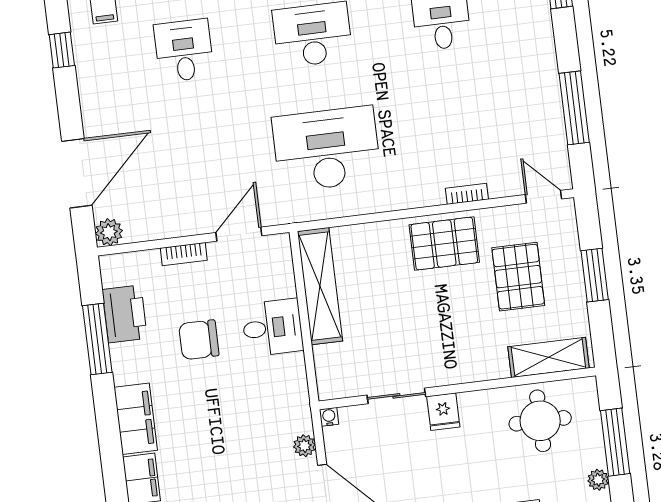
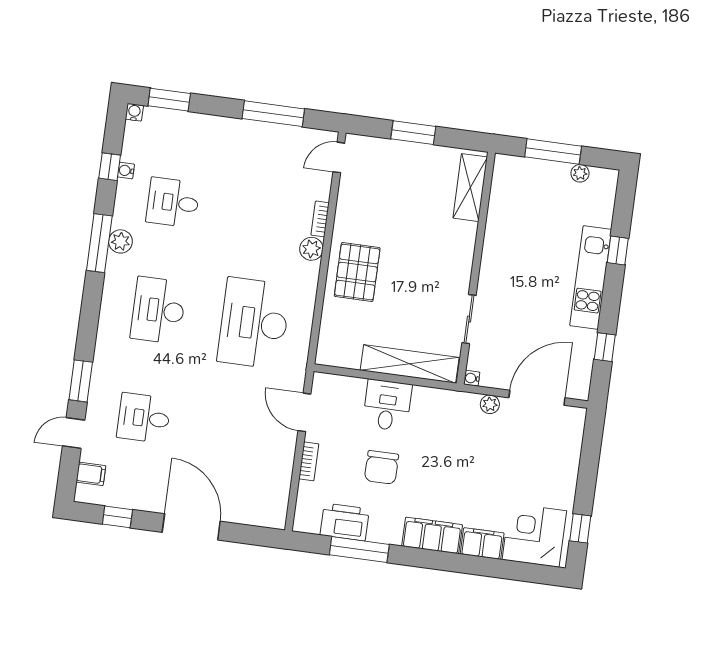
door: (77, 173) -> (191, 527), moved
plant: (109, 232) -> (311, 249), moved
pallet: (444, 244) -> (357, 272), moved
pallet: (518, 277) -> (398, 195), removed
shelving: (320, 286) -> (410, 364), moved
fridge: (443, 412) -> (492, 284), removed
round table: (540, 421) -> (520, 208), removed

